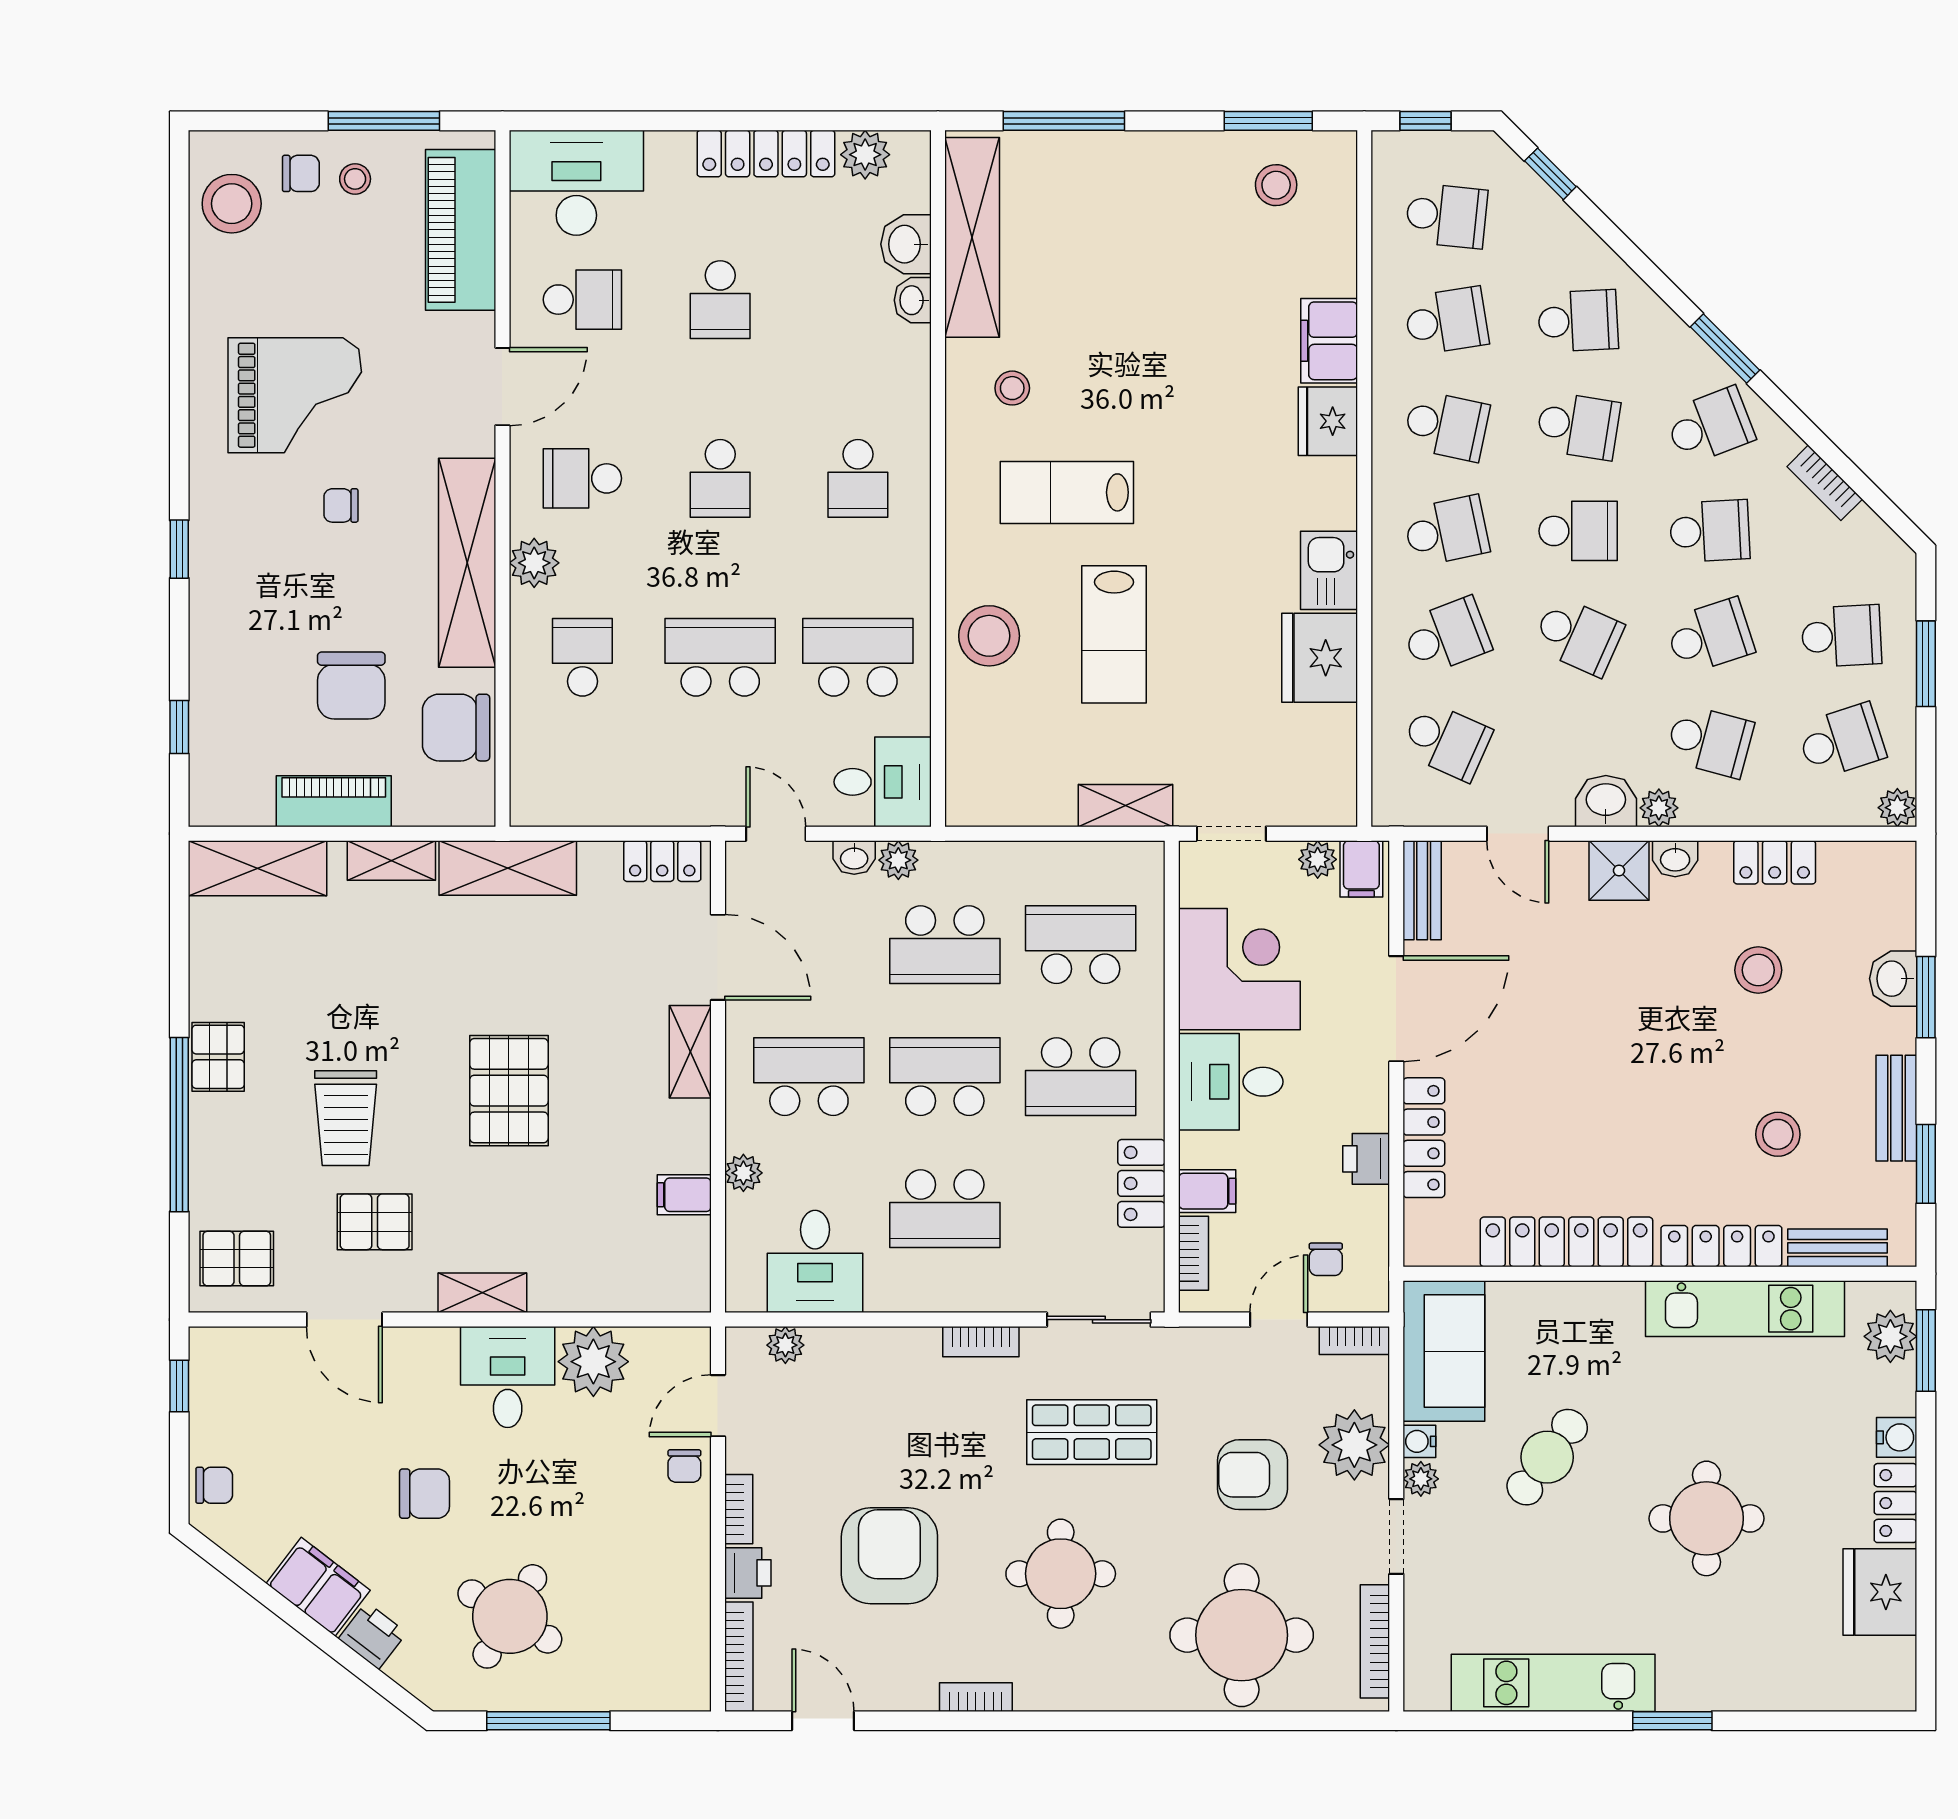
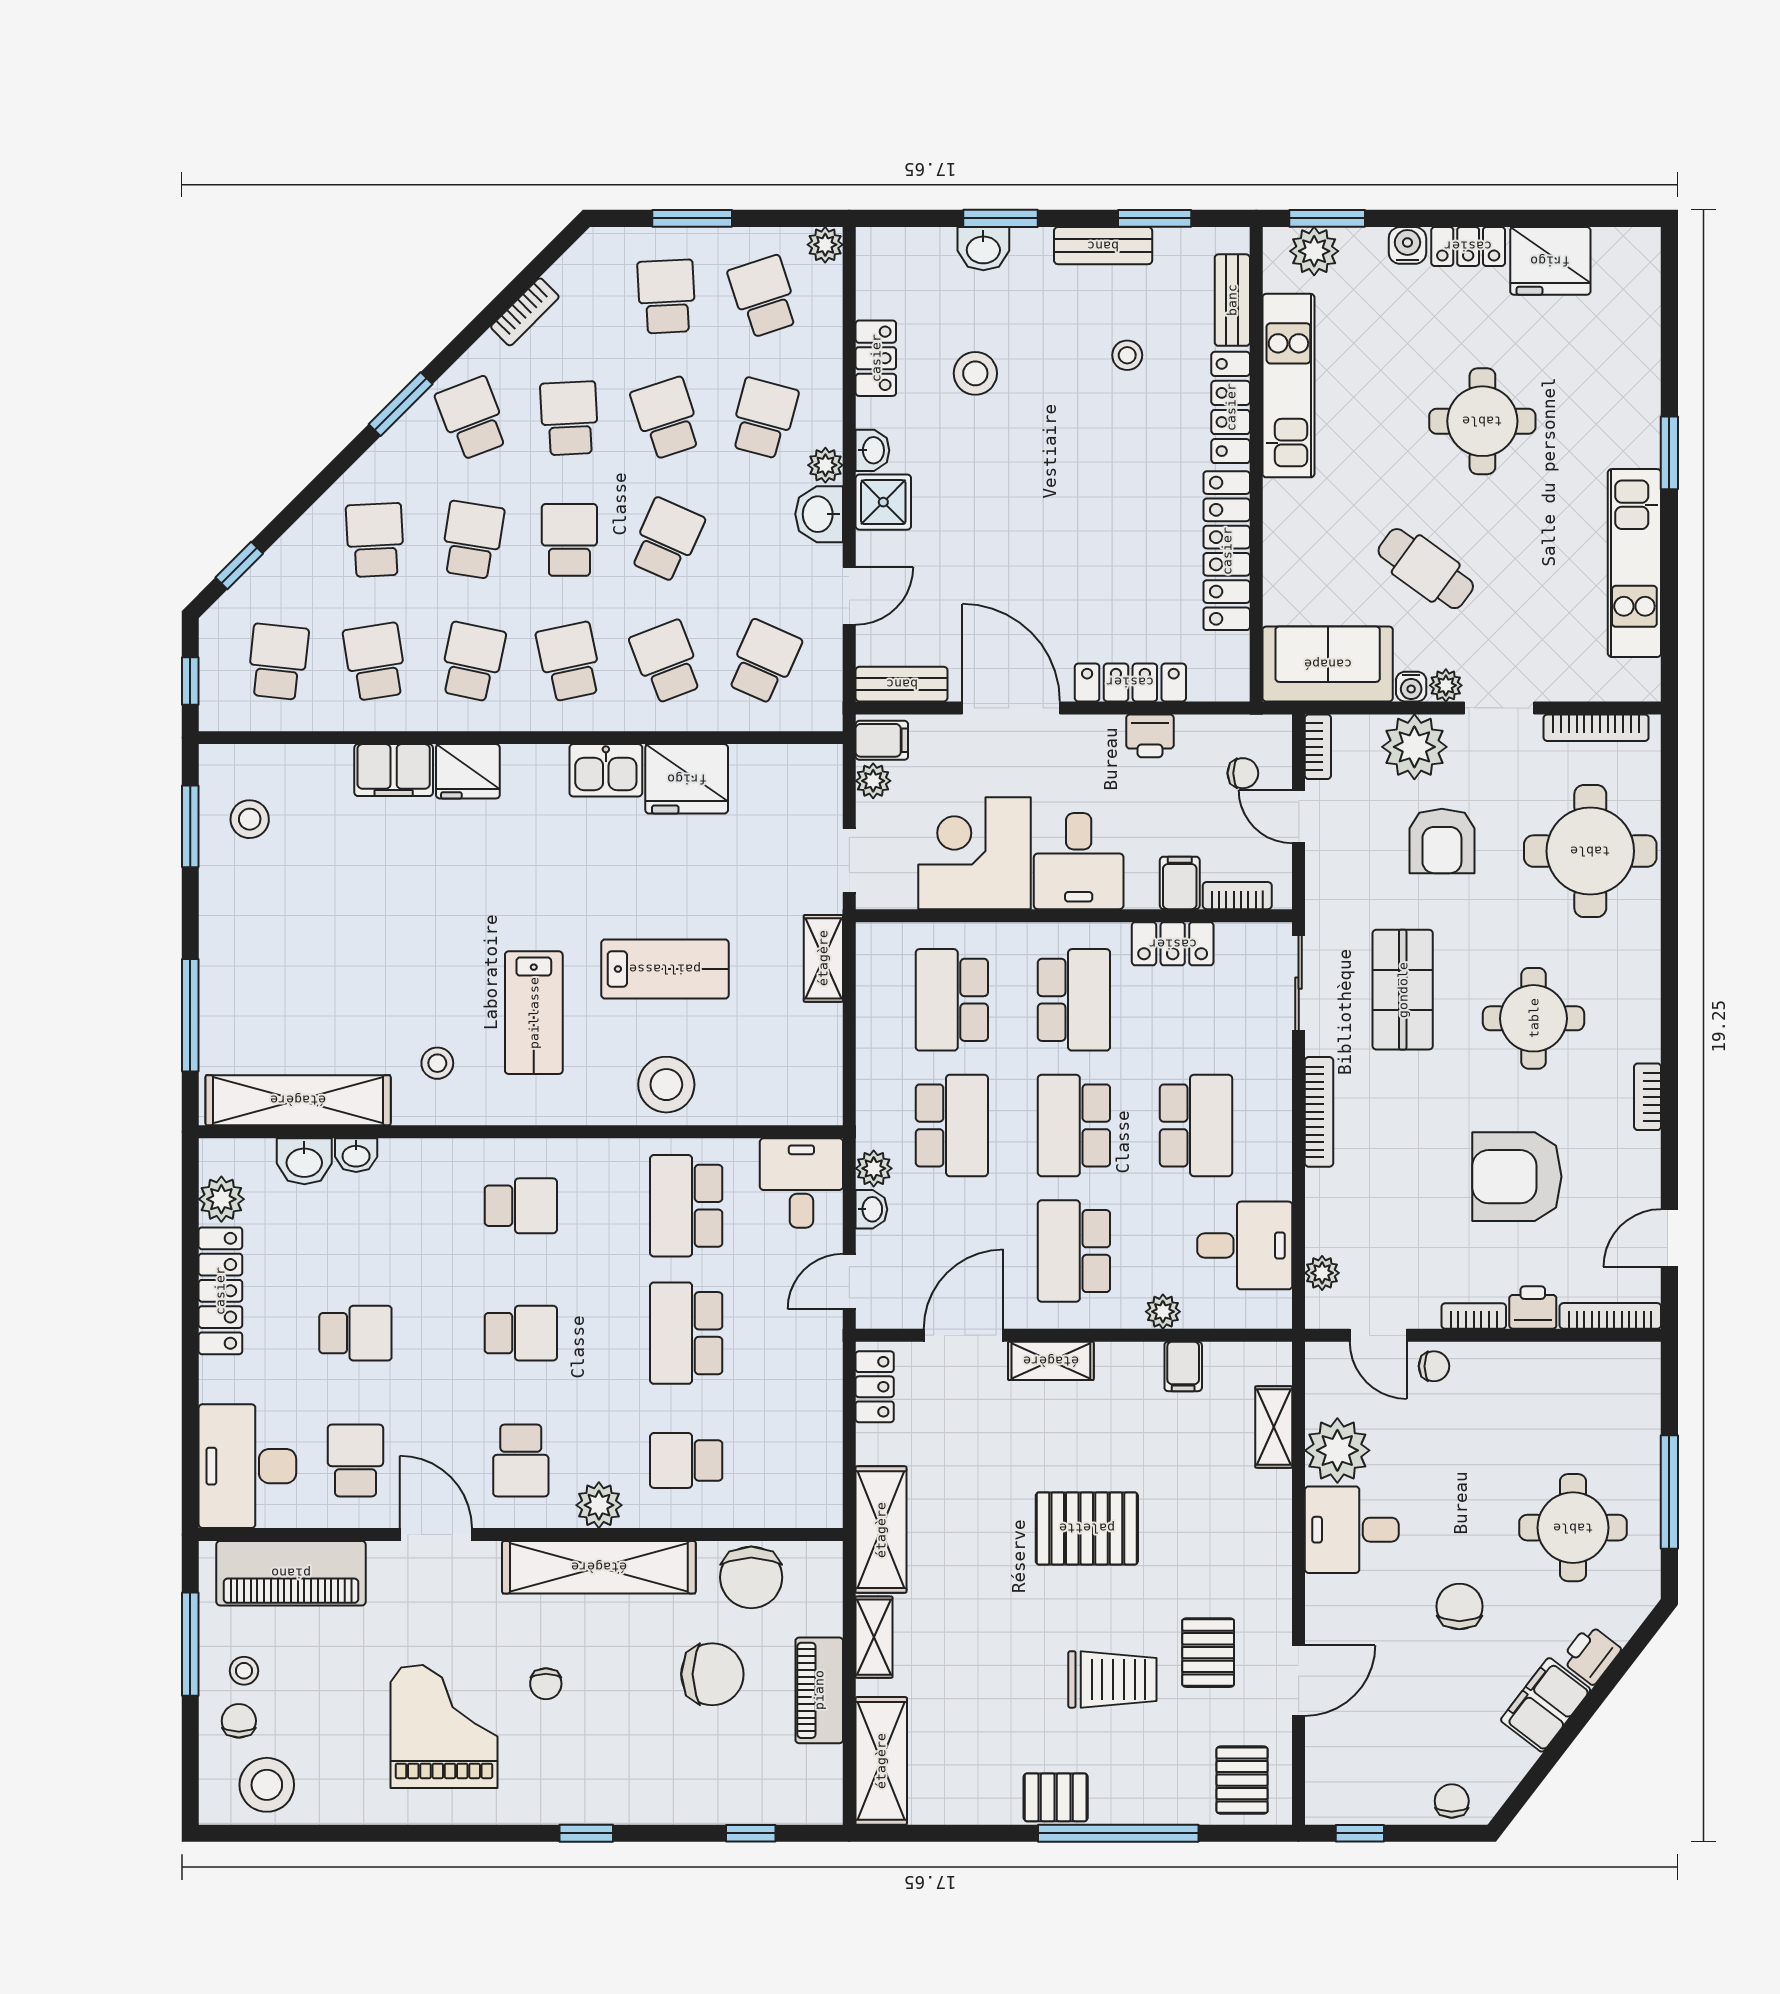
stool: (1778, 1134) -> (1127, 355), width x0.73, depth x0.73
shelving: (482, 1293) -> (1274, 1427), moved
bookcase: (981, 1342) -> (1319, 1112), width x1.56
round table: (510, 1616) -> (1573, 1528), turned -31

